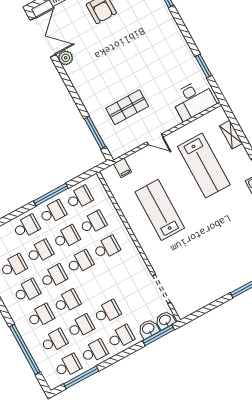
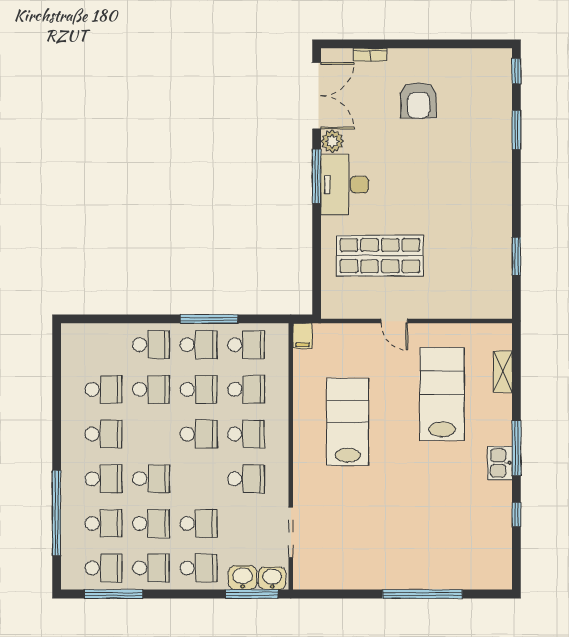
desk: (193, 100) -> (345, 185), moved, turned 90
shop shelf: (127, 107) -> (380, 256), width x1.43, depth x1.36
window: (95, 133) -> (317, 176), moved
lab bench: (204, 166) -> (442, 394), turned 180
filing cabinet: (123, 168) -> (302, 336), moved
school desk: (54, 277) -> (246, 479), moved

